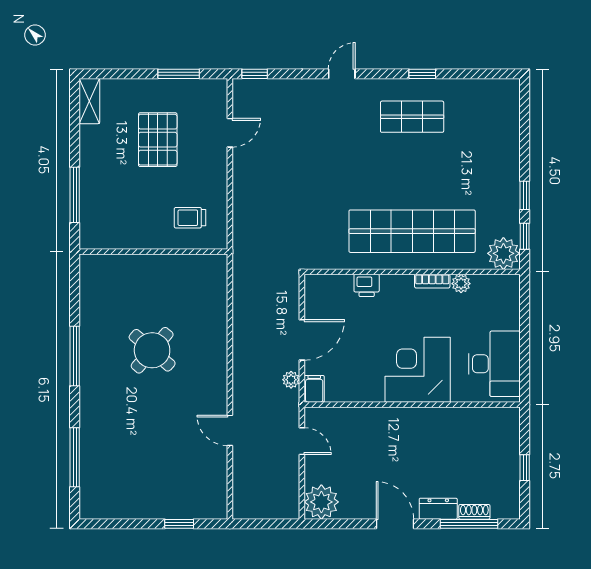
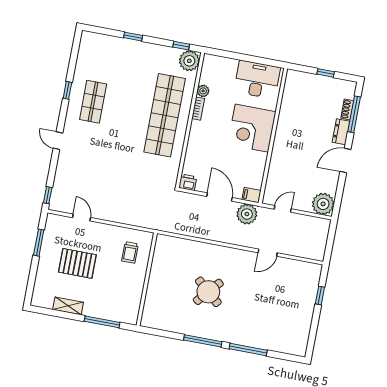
shelving: (89, 101) -> (68, 306), moved
window: (525, 195) -> (133, 37), moved
printer: (367, 285) -> (188, 182), moved, turned -90
plant: (291, 380) -> (247, 214), width x1.88, depth x1.88
window: (75, 457) -> (248, 349), moved

